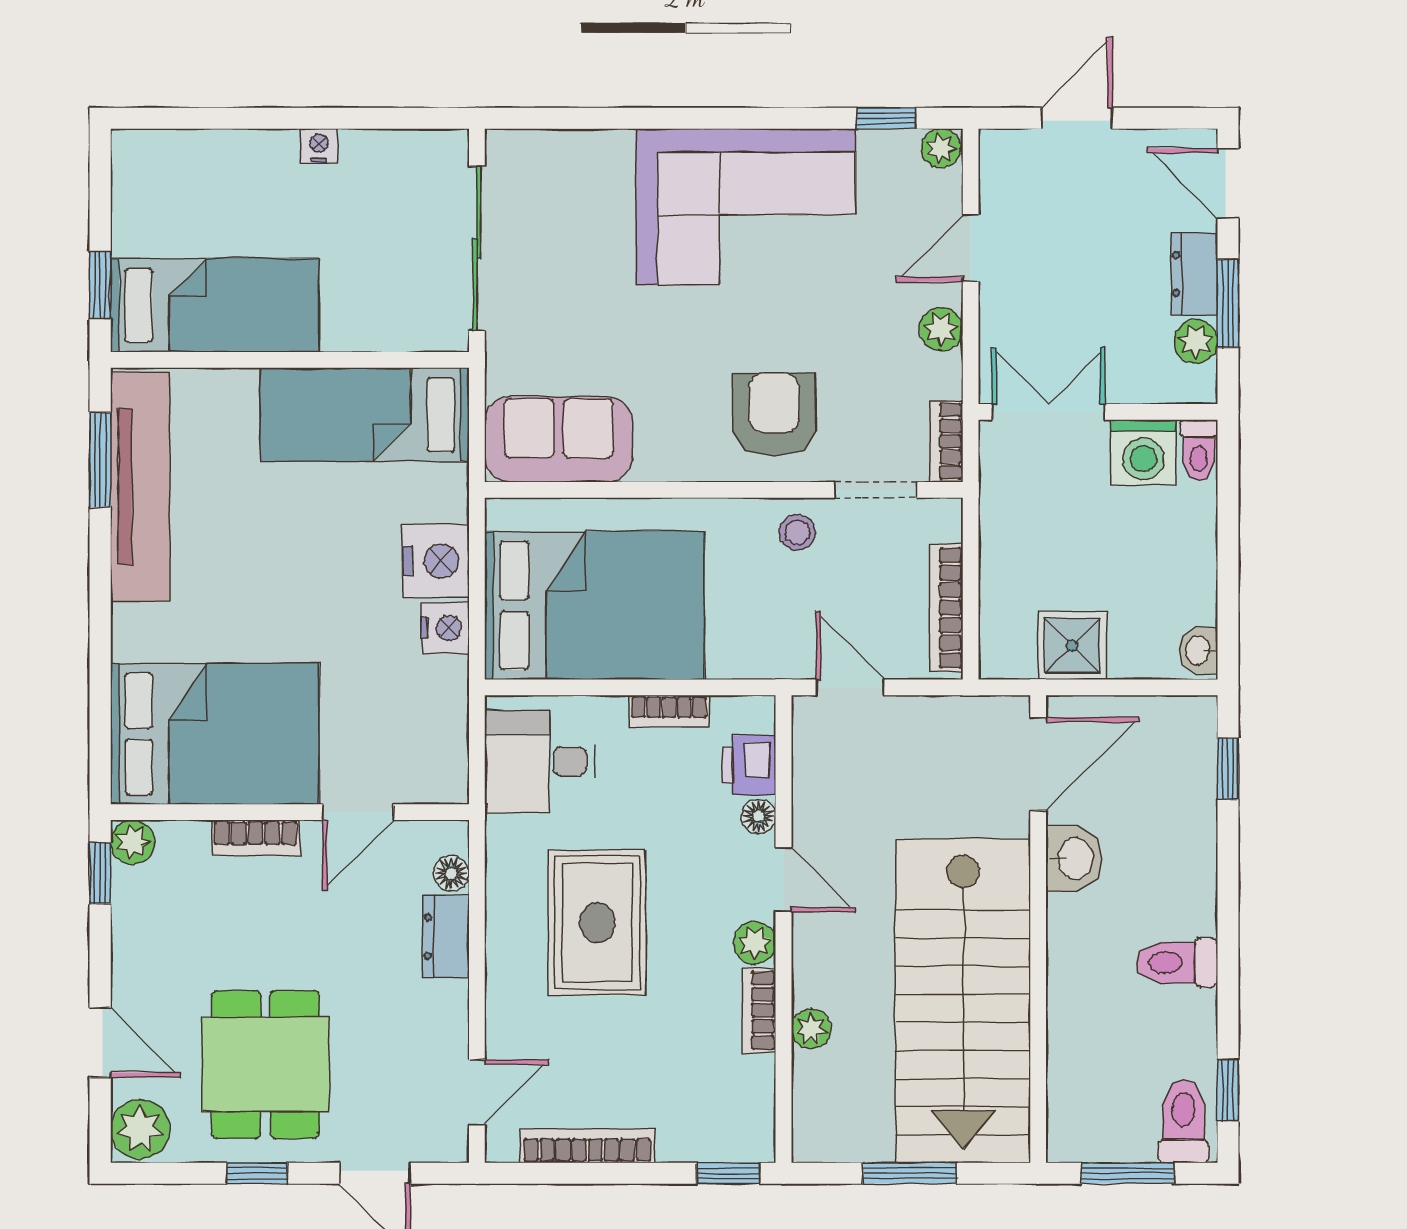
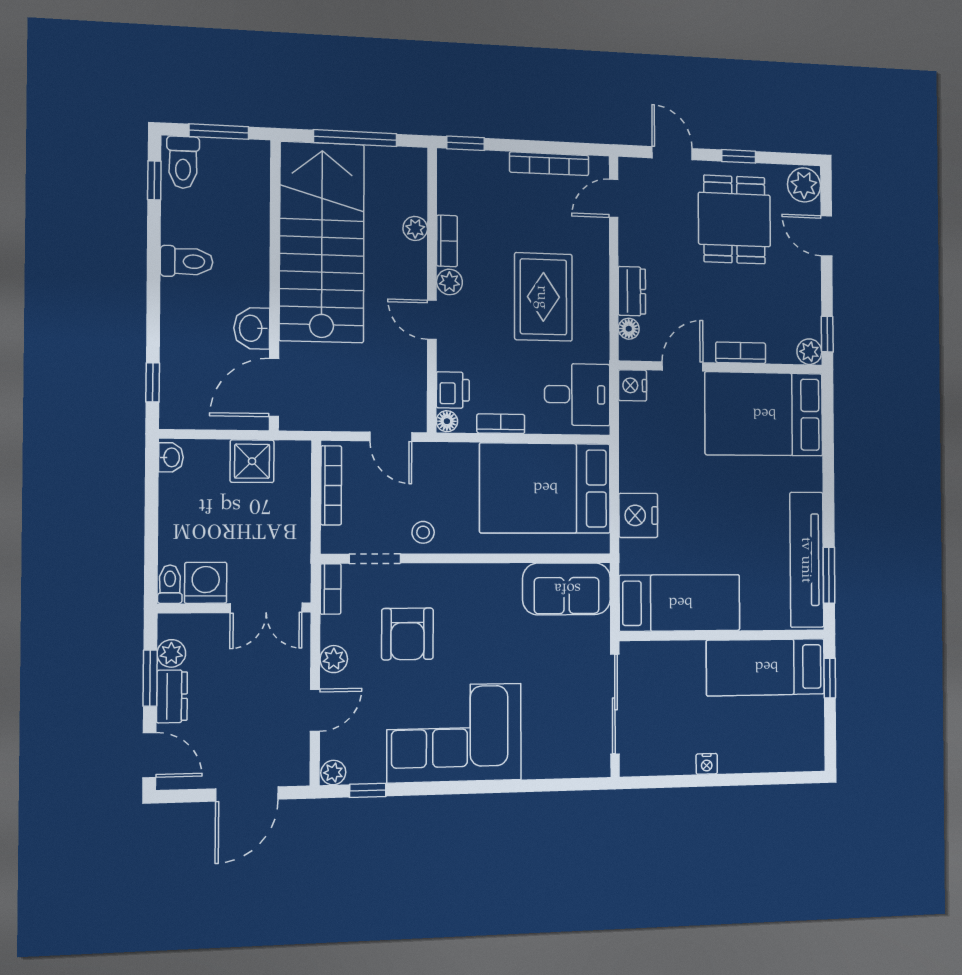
door: (1077, 118) -> (247, 794), width x1.38
armchair: (774, 415) -> (407, 634), moved
nightstand: (445, 628) -> (633, 385), moved
floor lamp: (758, 816) -> (447, 421), moved
window: (910, 1173) -> (355, 138), width x1.44

